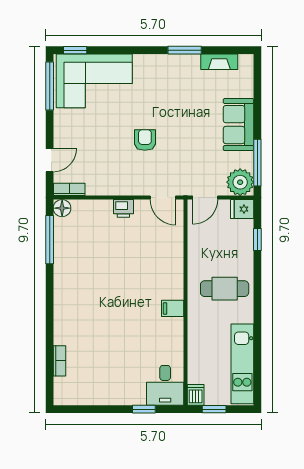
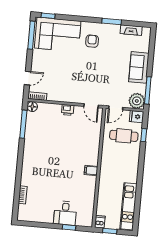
armchair: (145, 140) -> (92, 41), moved
cafe table: (225, 289) -> (124, 136), moved
desk: (165, 385) -> (65, 213), moved

